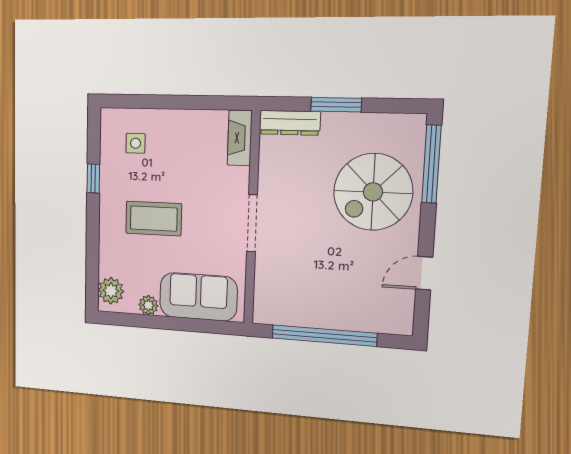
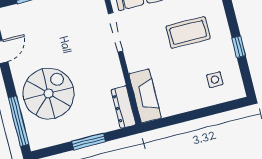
dresser: (290, 123) -> (123, 107), moved, turned -90
fireplace: (240, 138) -> (145, 96), width x1.37, depth x1.32
doorway: (252, 223) -> (115, 32), moved

